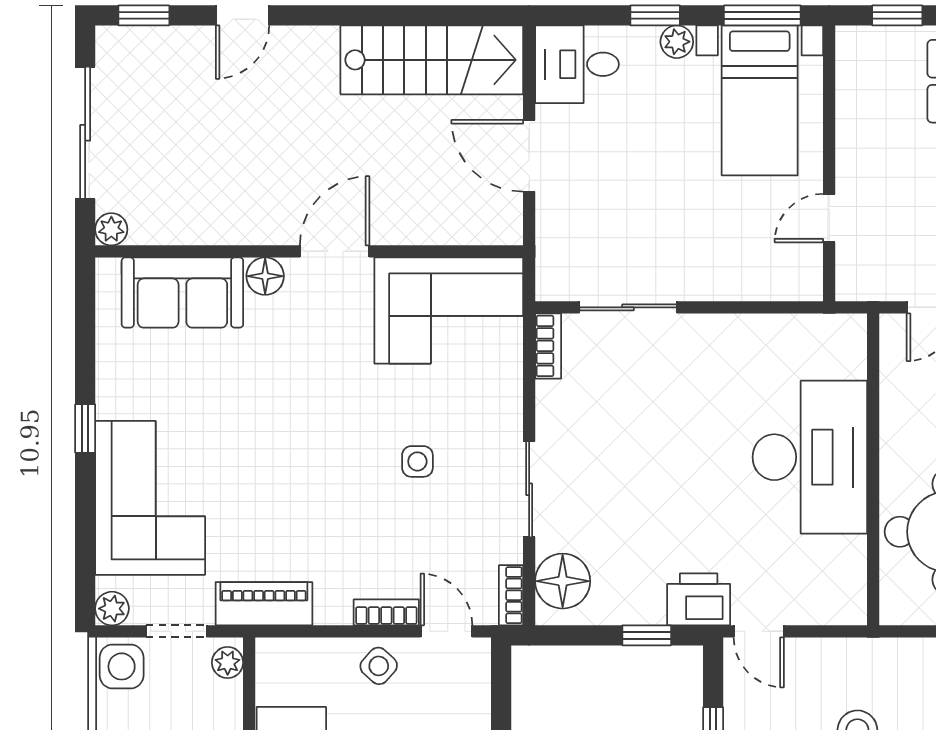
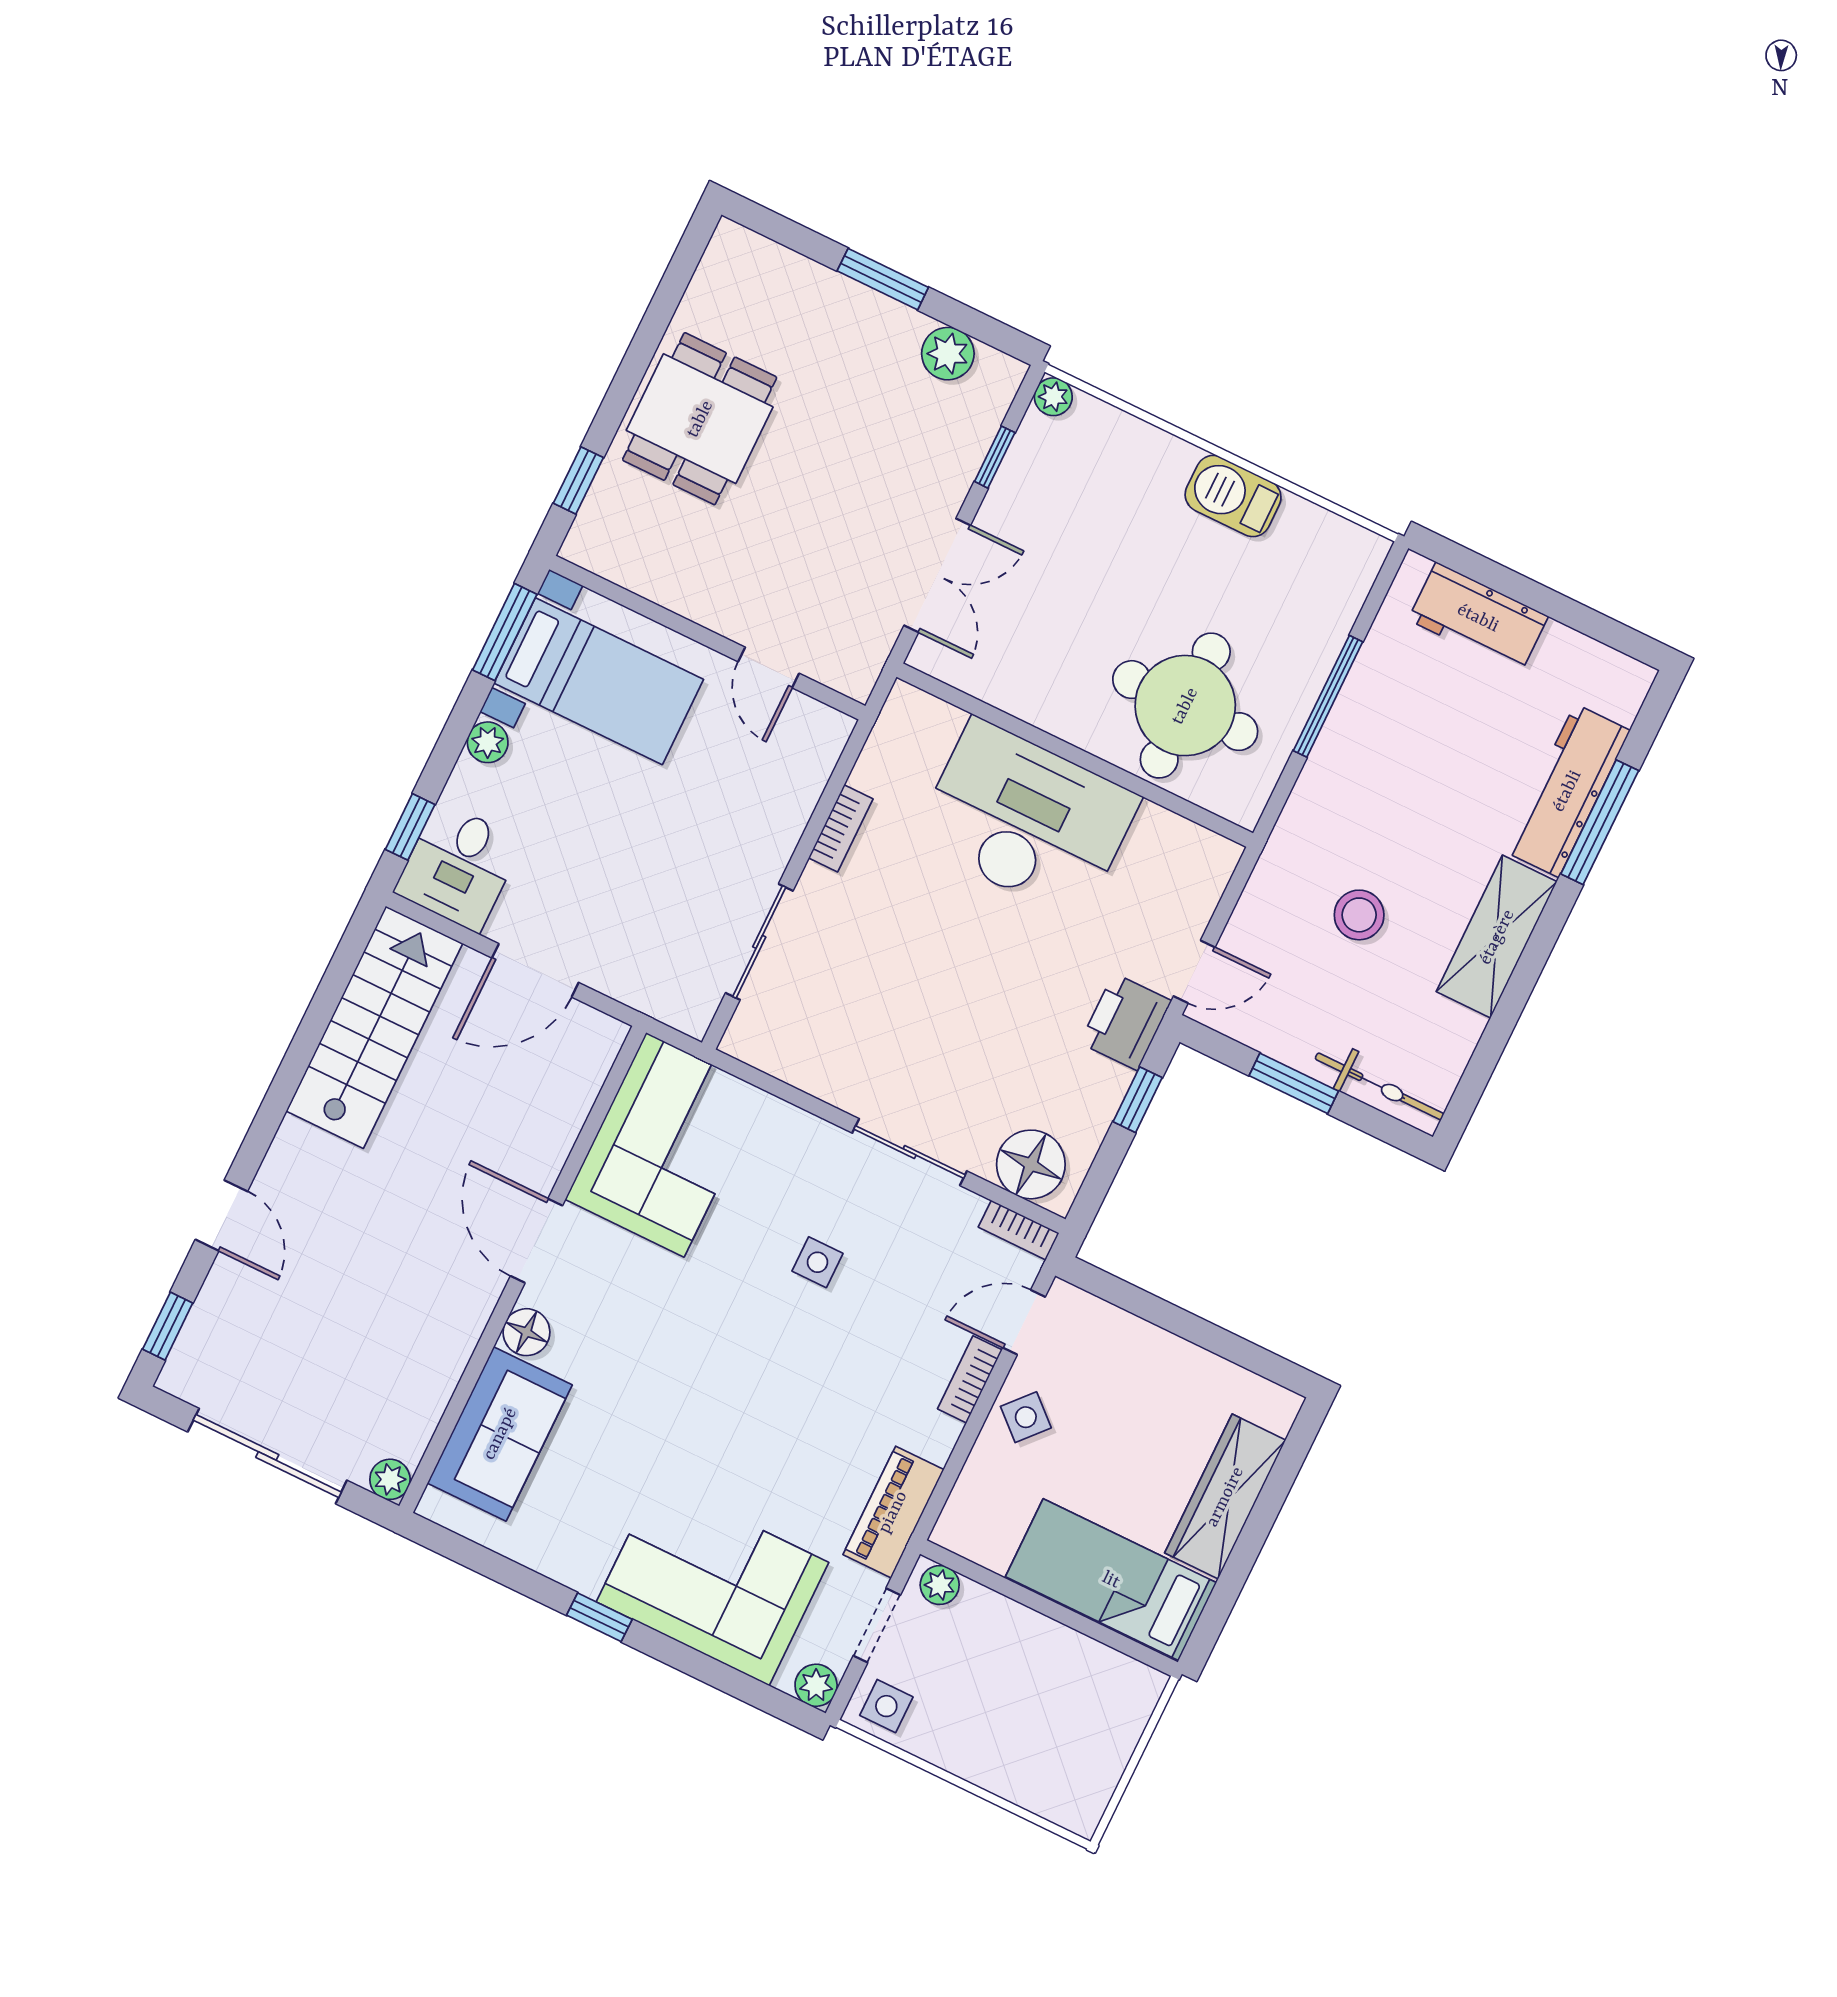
window: (655, 15) -> (410, 827), moved
bookcase: (548, 346) -> (841, 828), moved, turned 90
side table: (122, 666) -> (886, 1706), width x0.73, depth x0.73

